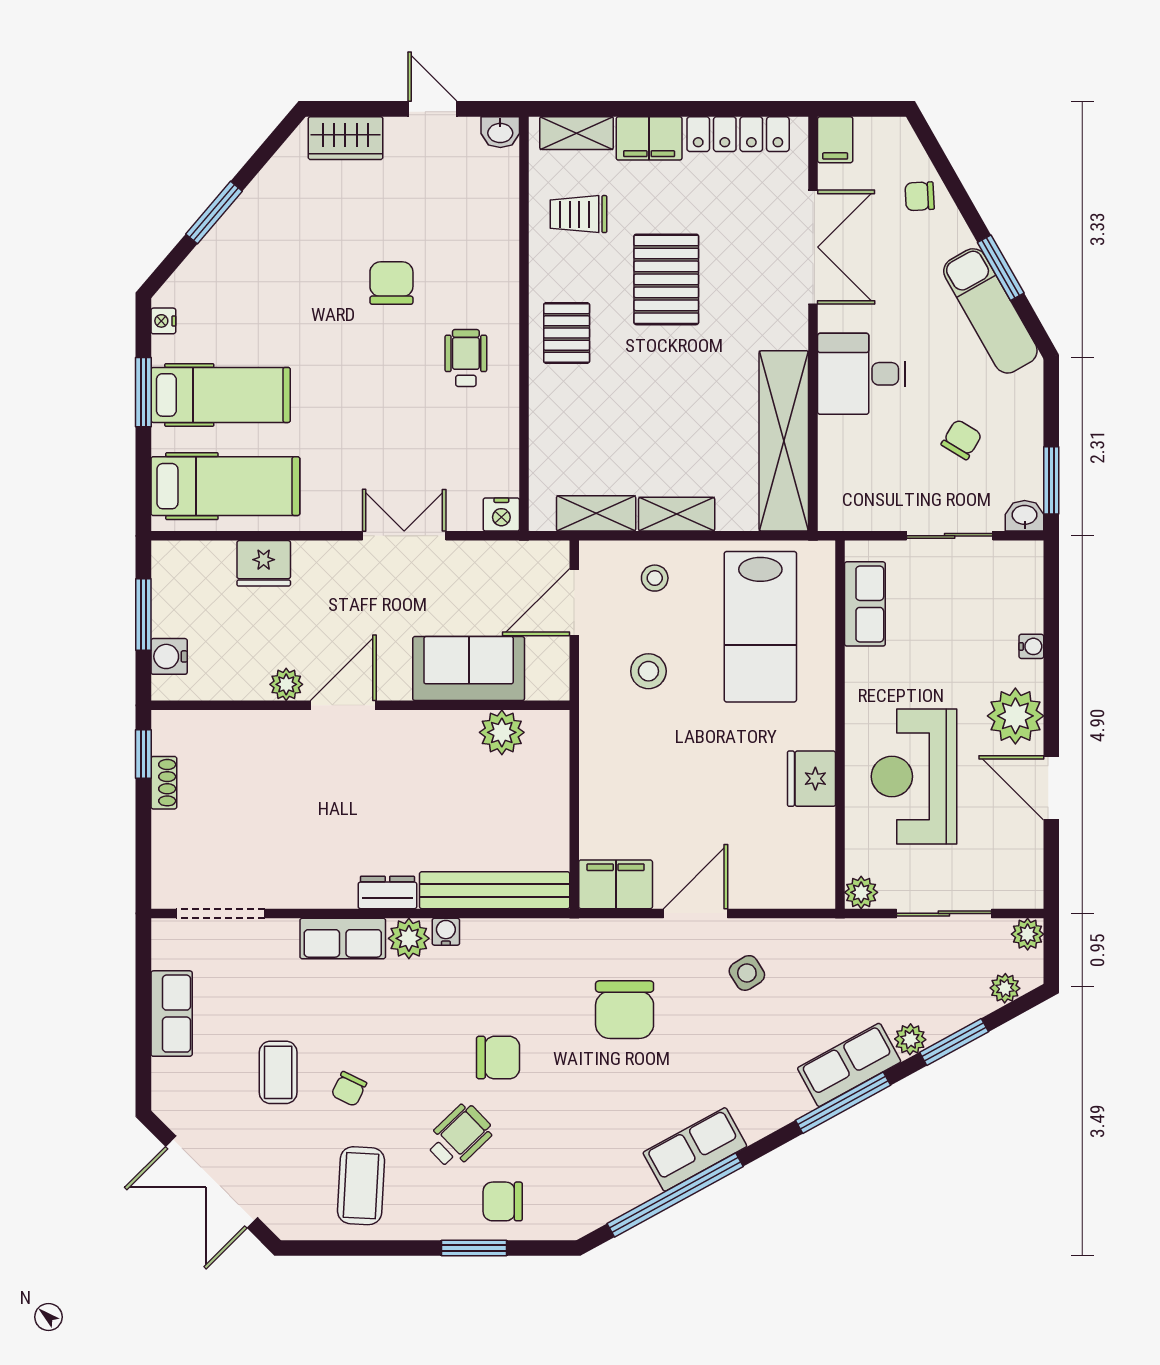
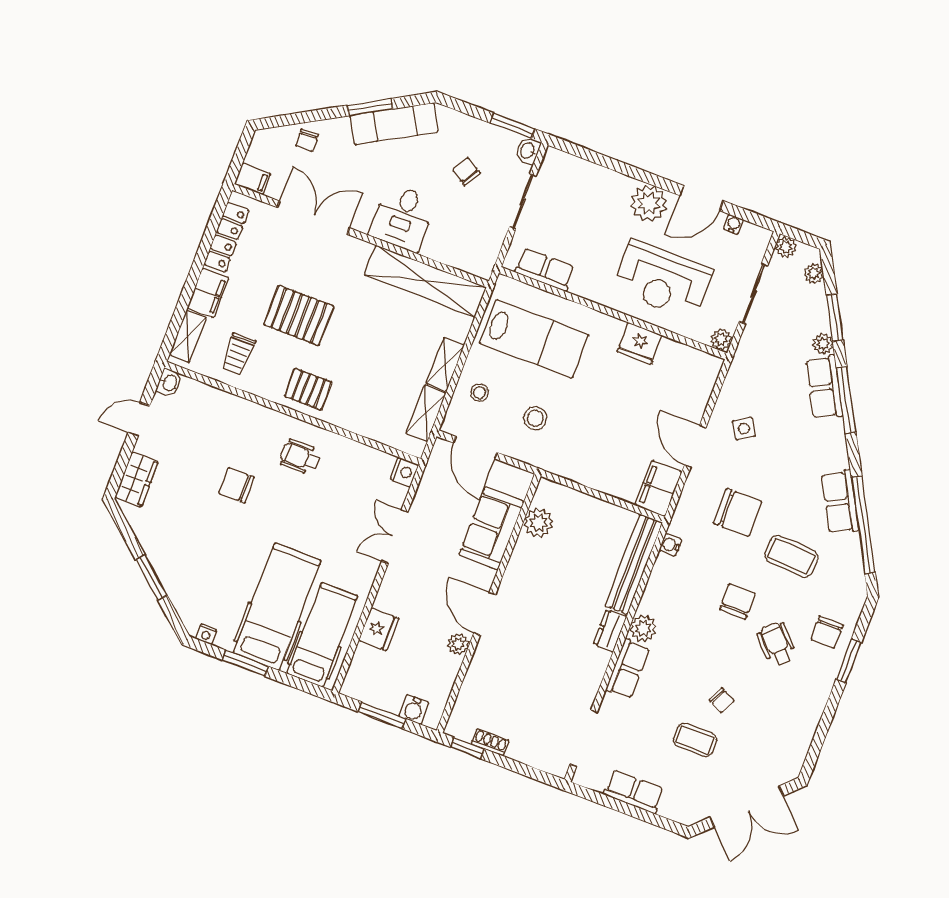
hospital bed: (221, 395) -> (277, 607), width x1.37, depth x1.29
water cooler: (1031, 646) -> (733, 224), moved
water cooler: (446, 932) -> (670, 545), moved
coffee table: (361, 1186) -> (791, 556), moved

